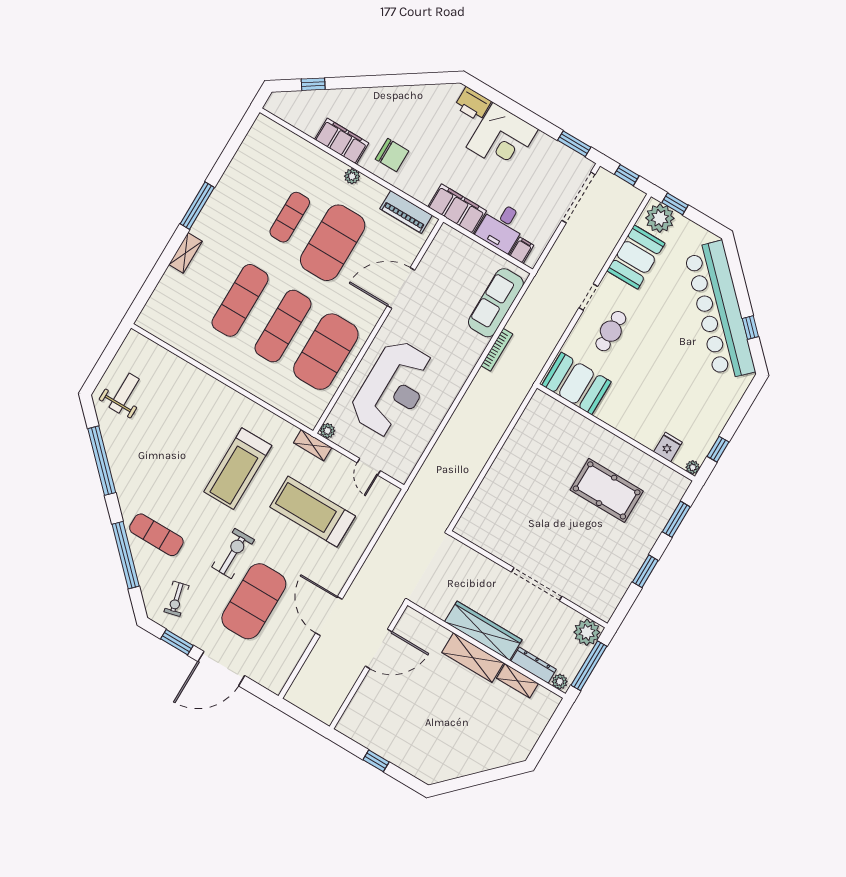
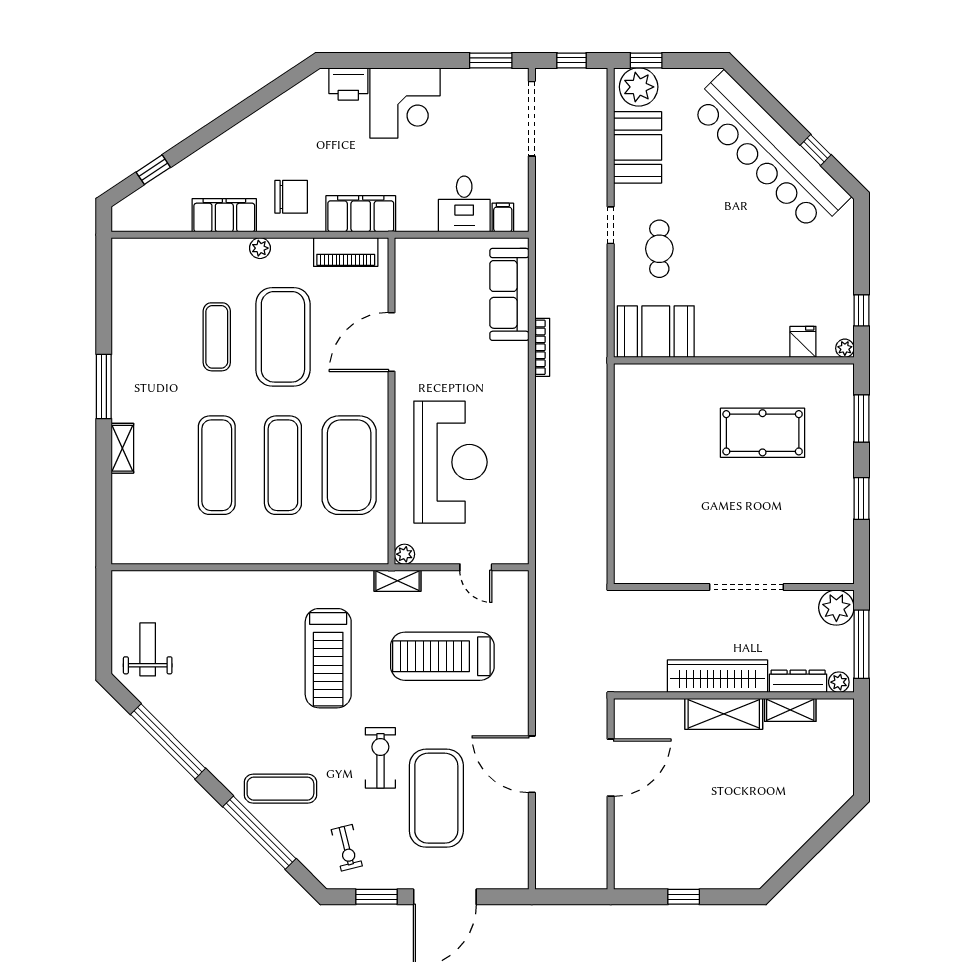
filing cabinet: (457, 209) -> (361, 214), moved

